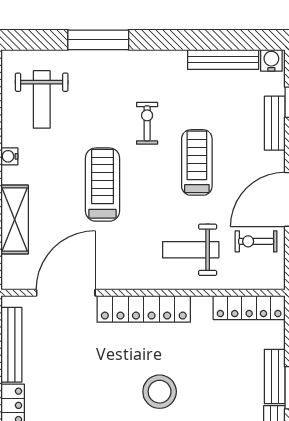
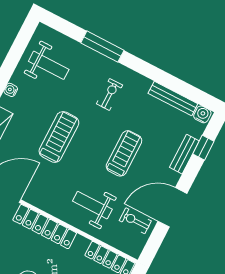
weight bench: (42, 99) -> (49, 65), turned -90
exercise bike: (147, 123) -> (110, 94), moved

